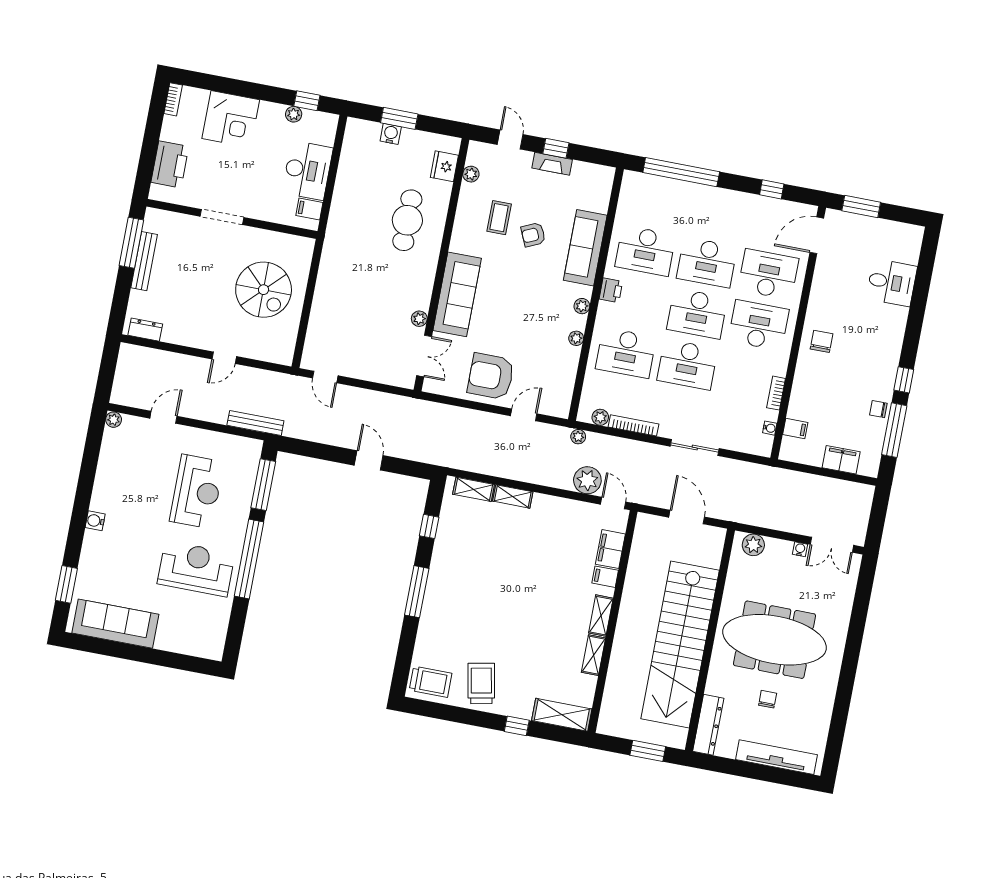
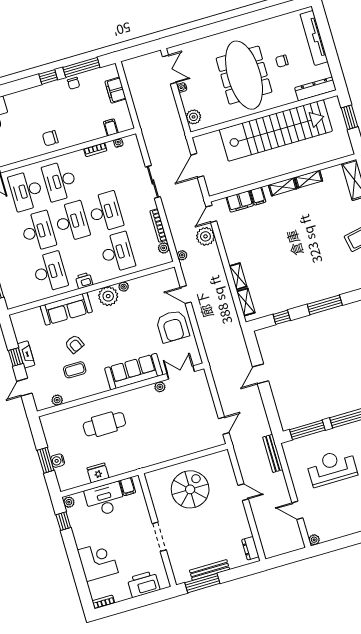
plant: (294, 114) -> (69, 502), moved
fridge: (444, 166) -> (98, 473), moved, turned 180
plant: (582, 306) -> (108, 296), width x1.88, depth x1.88

